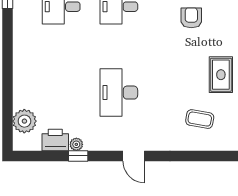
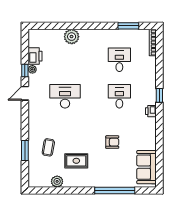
plant: (24, 121) -> (72, 37), moved
door: (134, 156) -> (25, 93), moved
window: (205, 156) -> (25, 151), added

